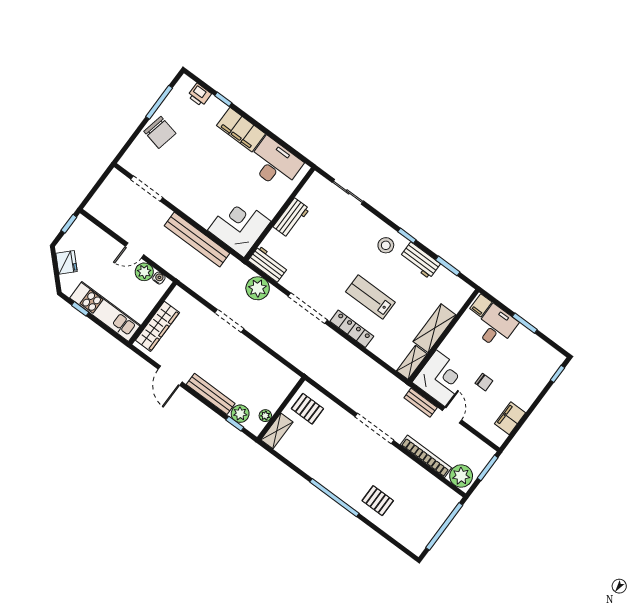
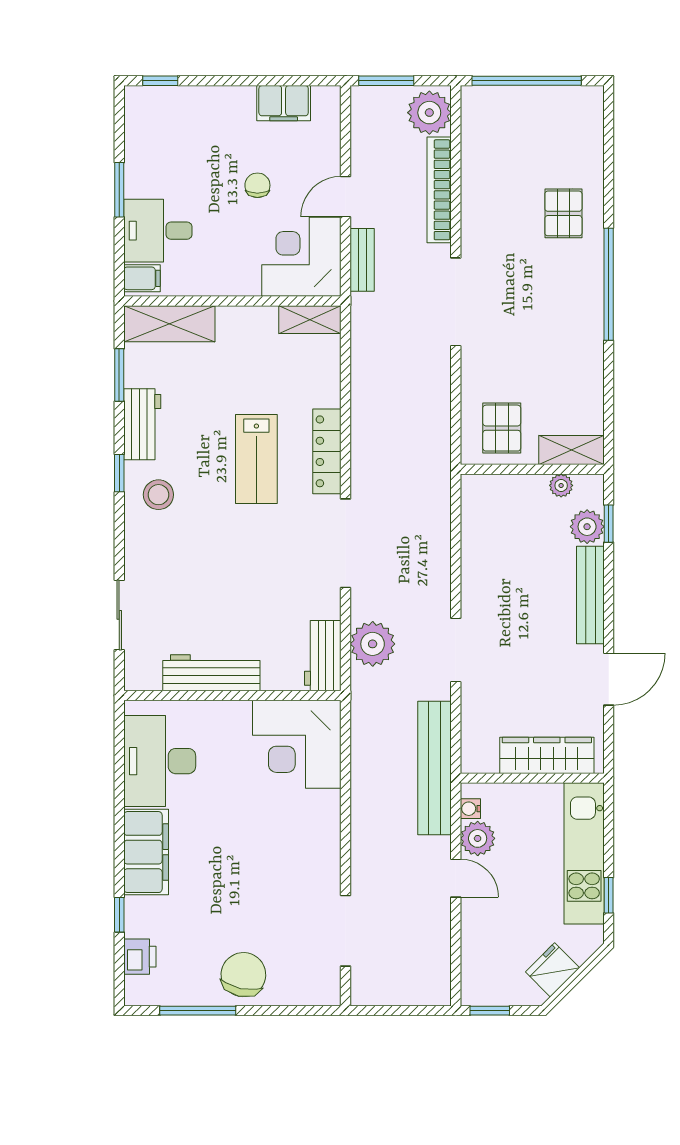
workbench: (291, 218) -> (211, 673), width x1.38
bench: (197, 240) -> (434, 768), moved
shelving: (435, 328) -> (169, 324), moved

